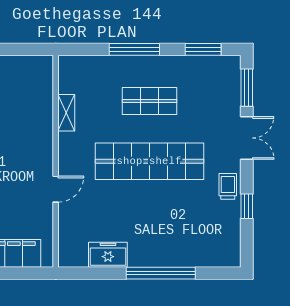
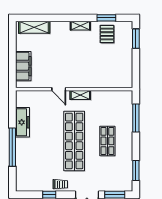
window: (134, 49) -> (136, 118), moved
shelving: (66, 113) -> (80, 95), moved
freezer: (108, 255) -> (23, 122), width x1.40

